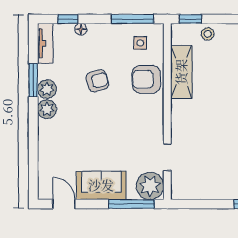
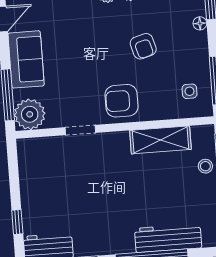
armchair: (146, 79) -> (122, 101), moved, turned -90
doorway: (167, 157) -> (80, 130), moved

